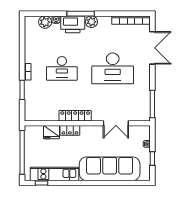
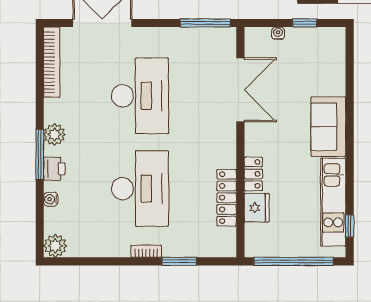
plant: (45, 22) -> (55, 246), moved
printer: (73, 24) -> (54, 169), width x0.53, depth x0.68
desk: (62, 68) -> (140, 189), width x1.36, depth x1.30
locker: (75, 116) -> (227, 198), moved
double door: (116, 123) -> (240, 90), width x1.37
sofa: (110, 169) -> (328, 127), width x0.54, depth x0.79

